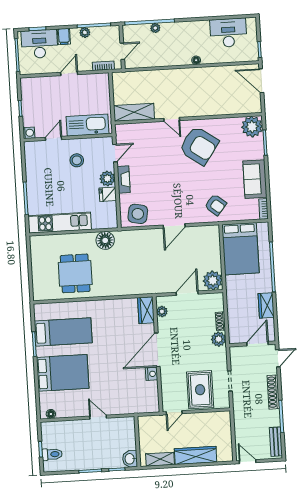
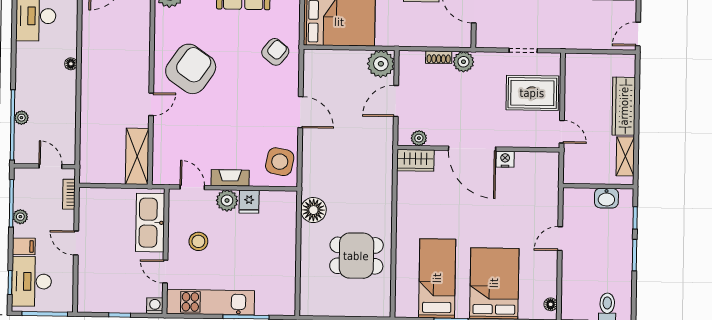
kitchen unit: (60, 223) -> (210, 302), moved, turned 90
door: (187, 293) -> (396, 101), hinge flipped
washbasin: (130, 459) -> (606, 198), moved

